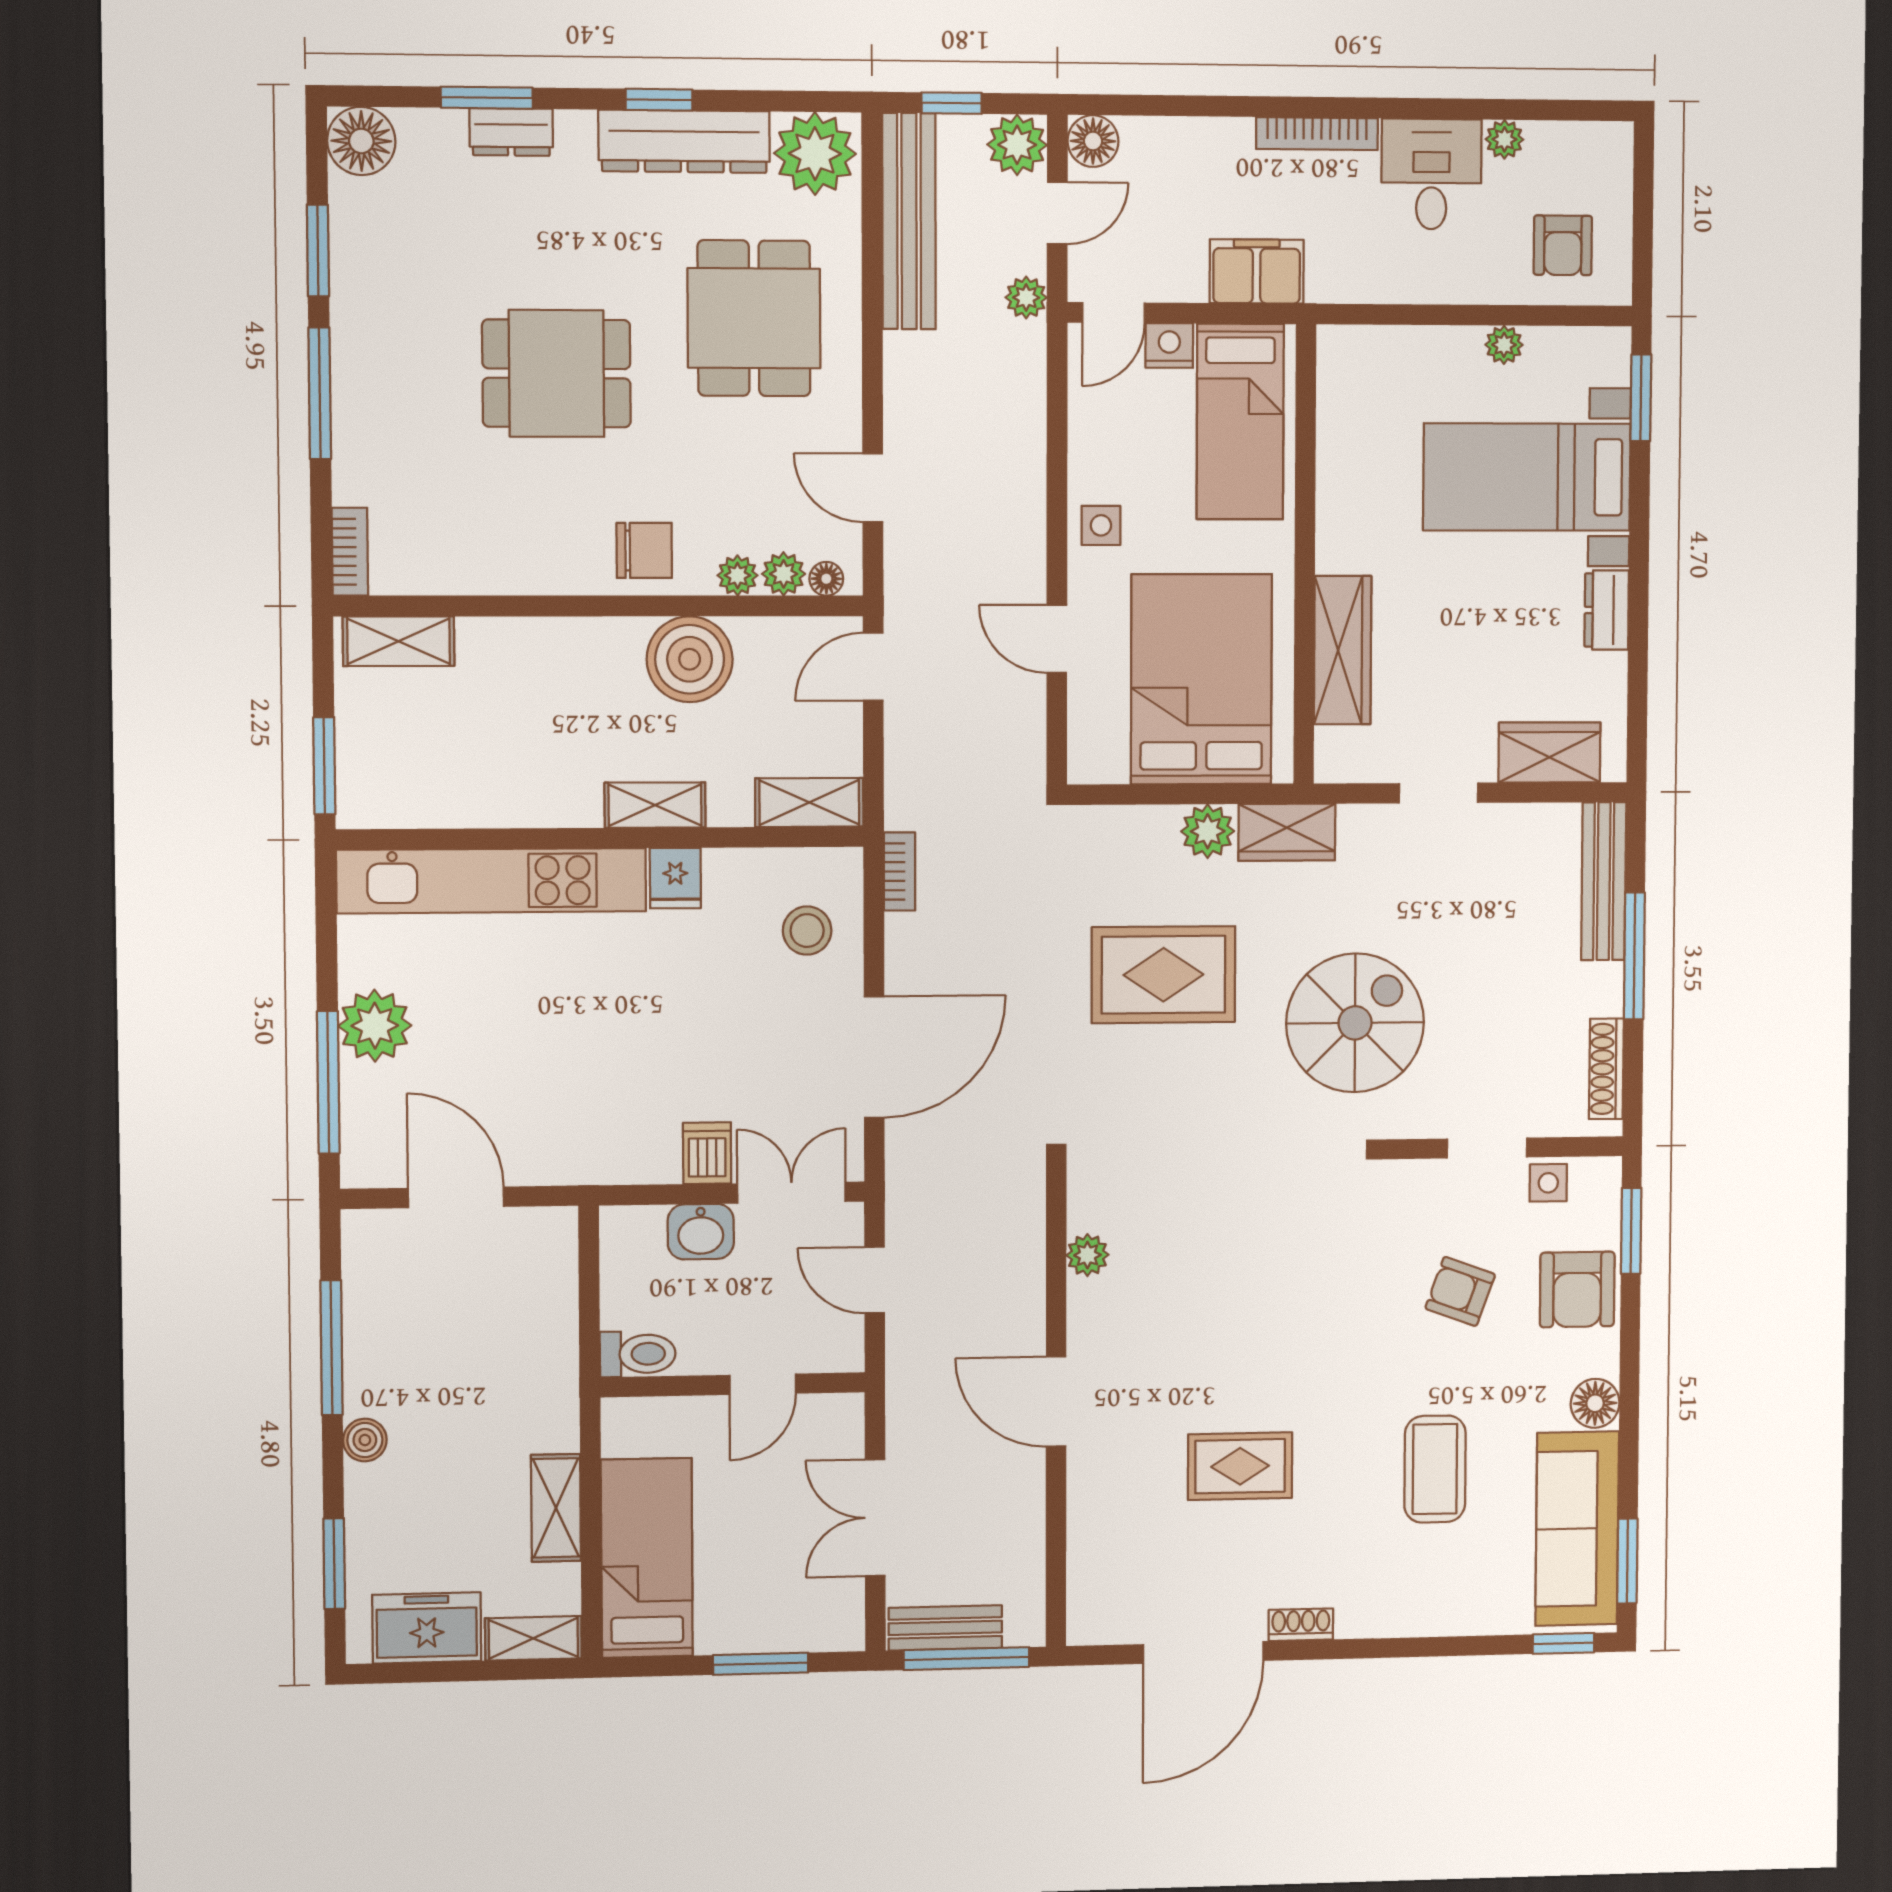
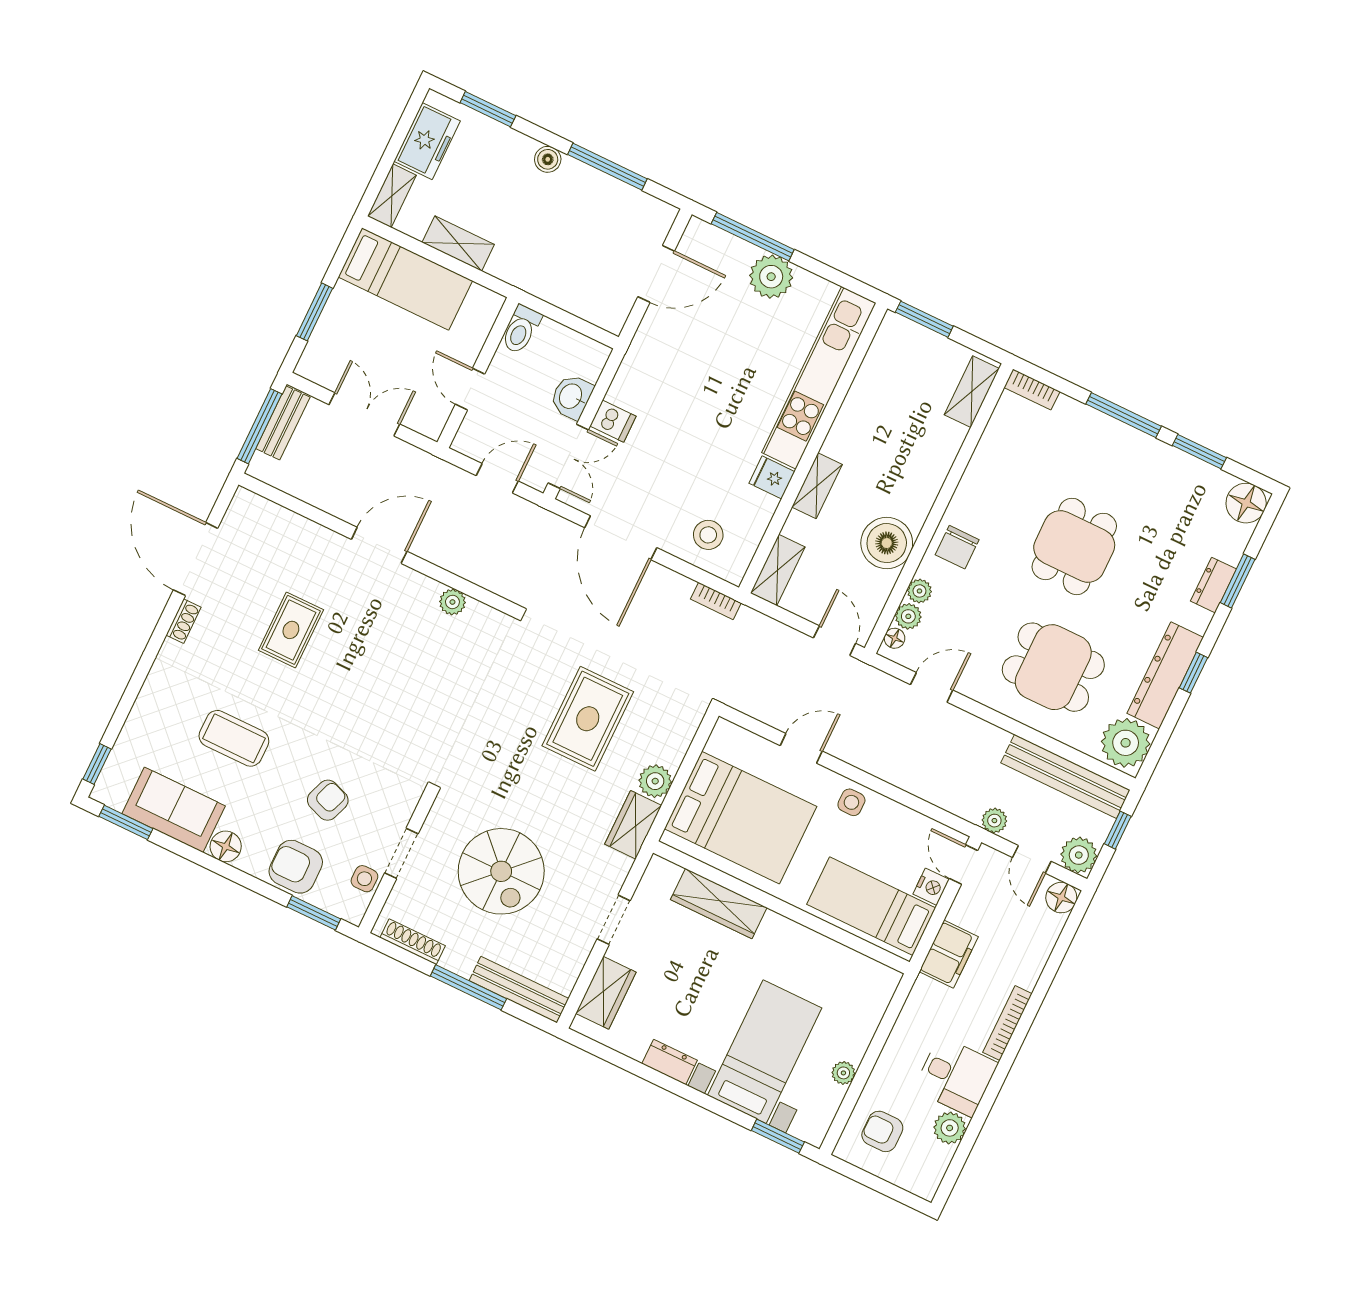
plant: (1504, 139) -> (950, 1128), width x1.38, depth x1.38
spiral stairs: (1355, 1023) -> (501, 871), moved
sofa: (1577, 1529) -> (174, 810), width x0.73

